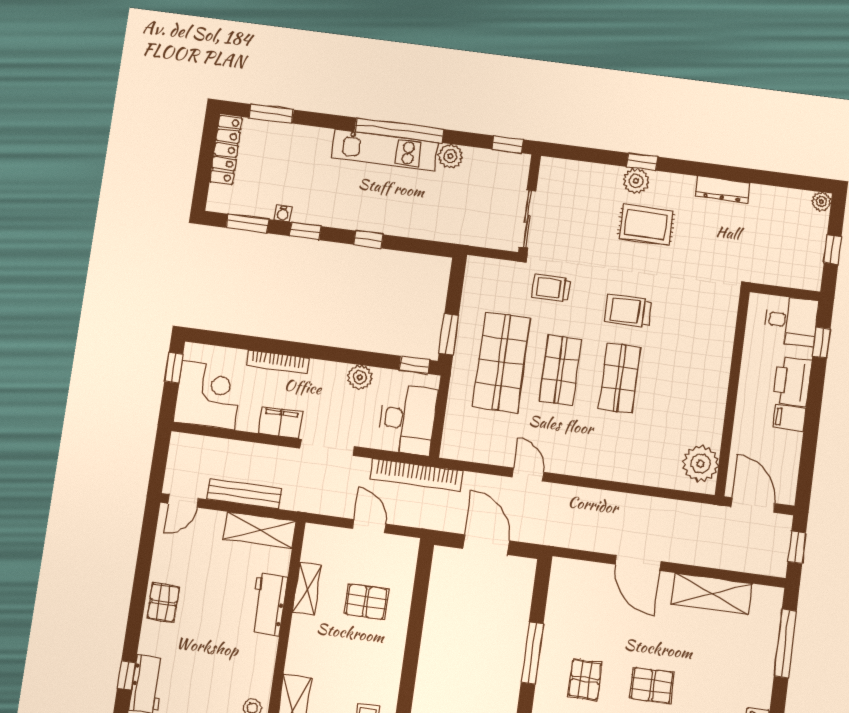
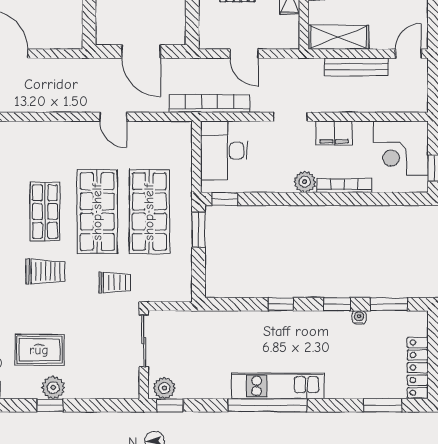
plant: (450, 156) -> (164, 388), moved
shop shelf: (560, 370) -> (97, 212), width x1.43, depth x1.36
plant: (360, 377) -> (305, 182), moved
doorway: (327, 447) -> (290, 117), width x0.73

